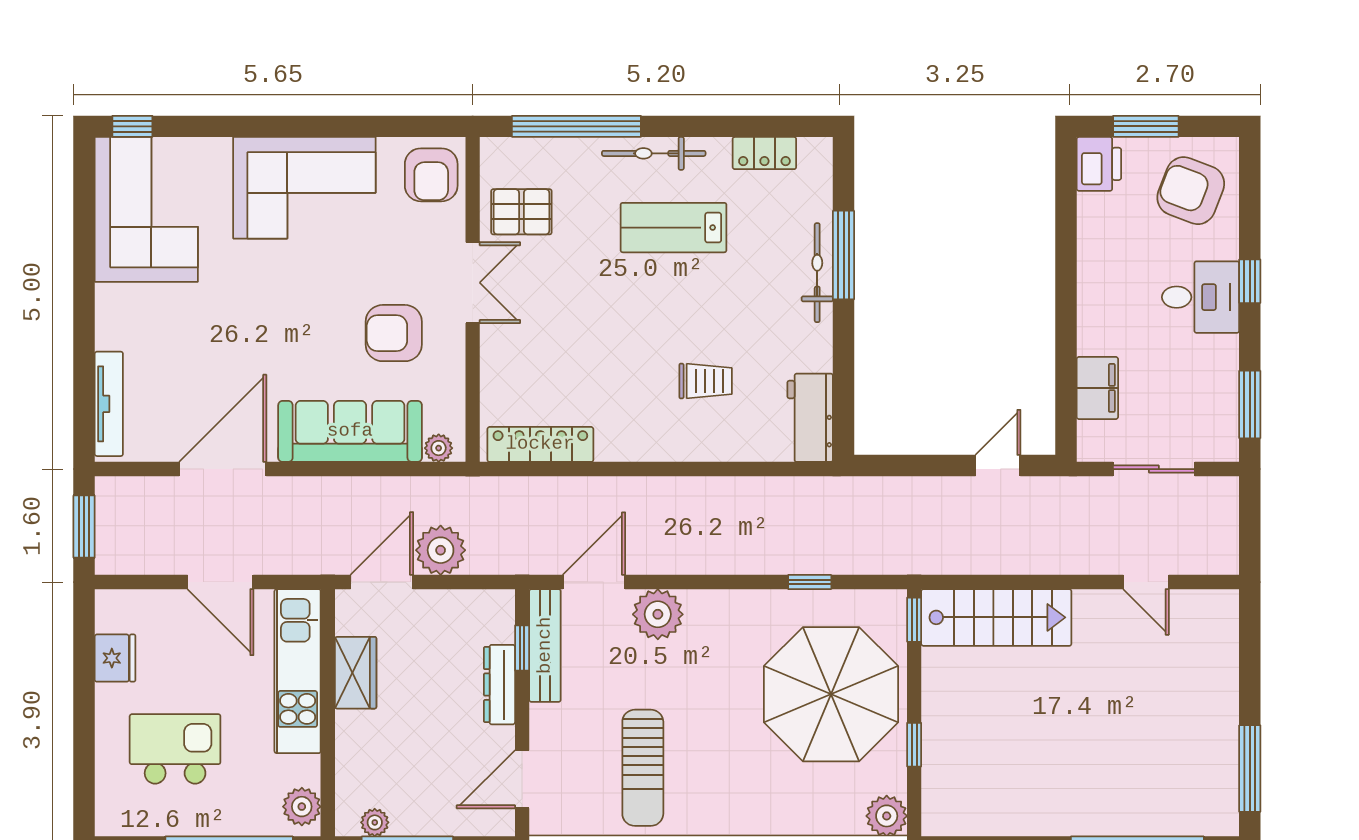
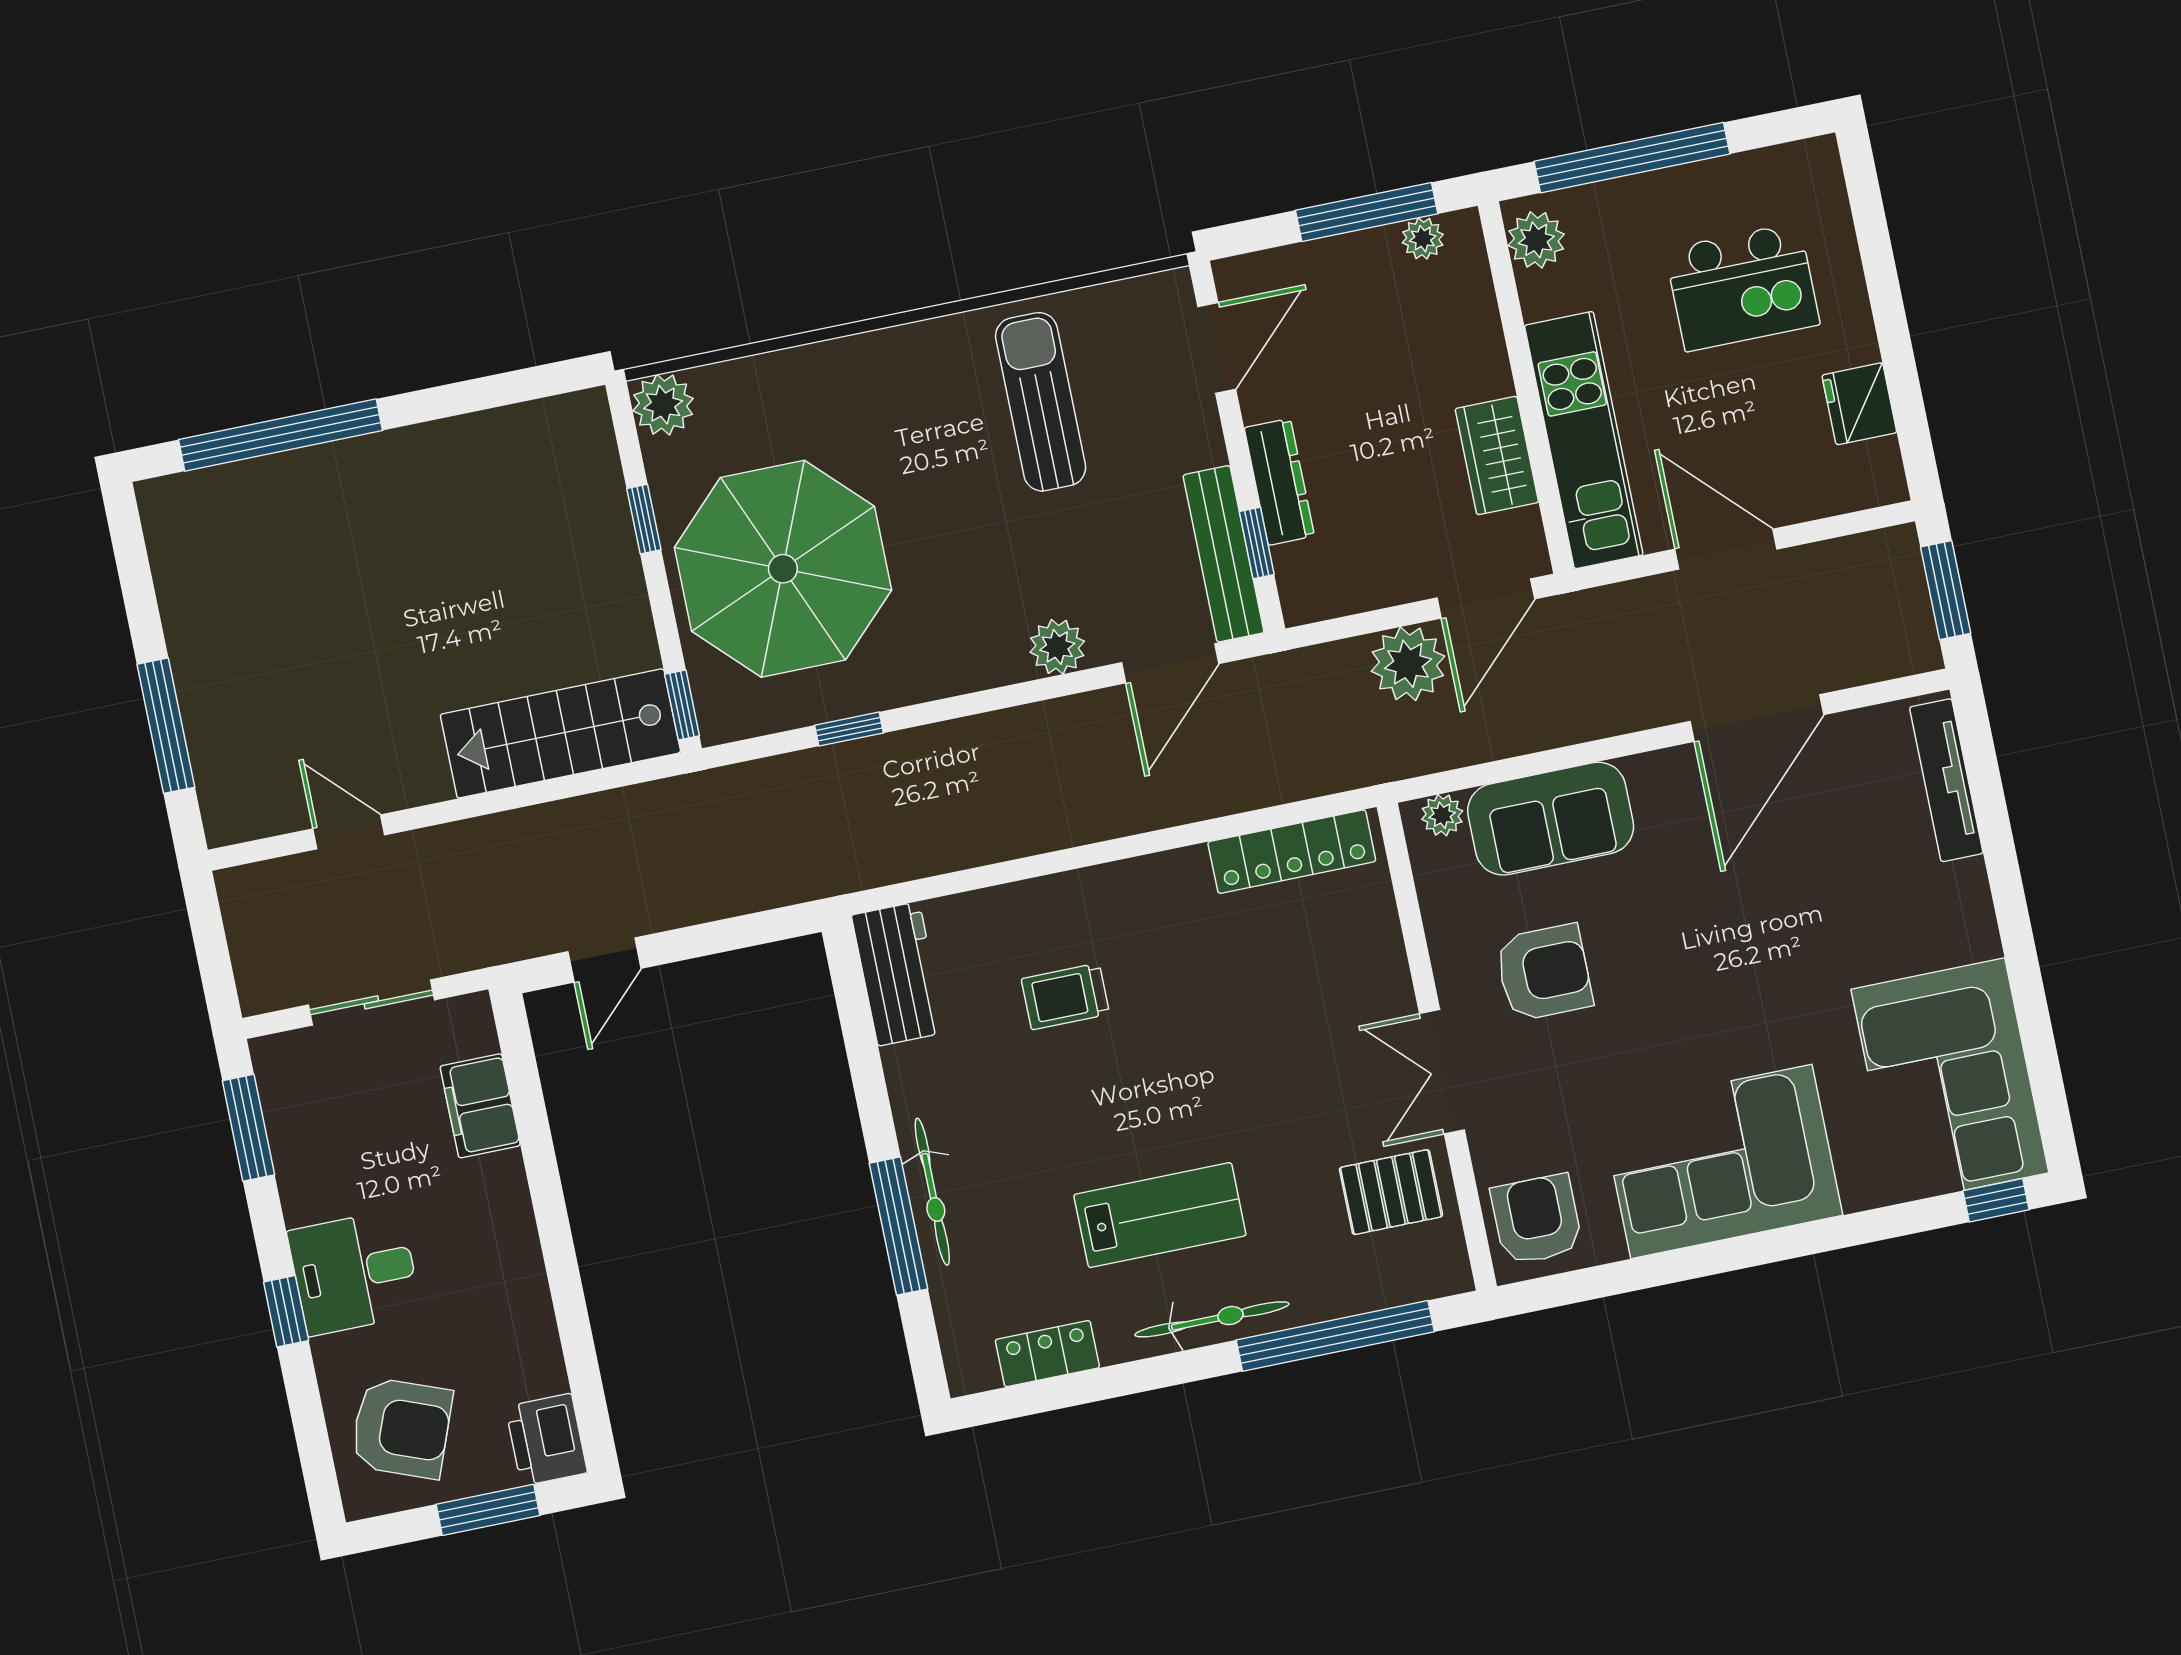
sofa: (350, 431) -> (1551, 819), width x0.73
plant: (658, 614) -> (1057, 647), width x0.73, depth x0.73
window: (1250, 769) -> (166, 726), moved

